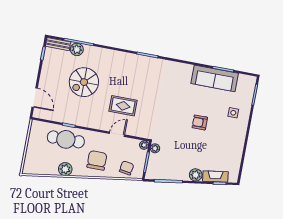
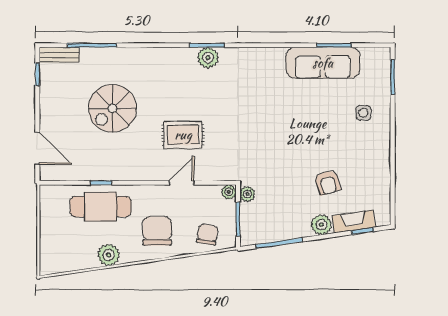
plant: (77, 49) -> (208, 58), moved
armchair: (200, 122) -> (327, 182), moved, turned -107

